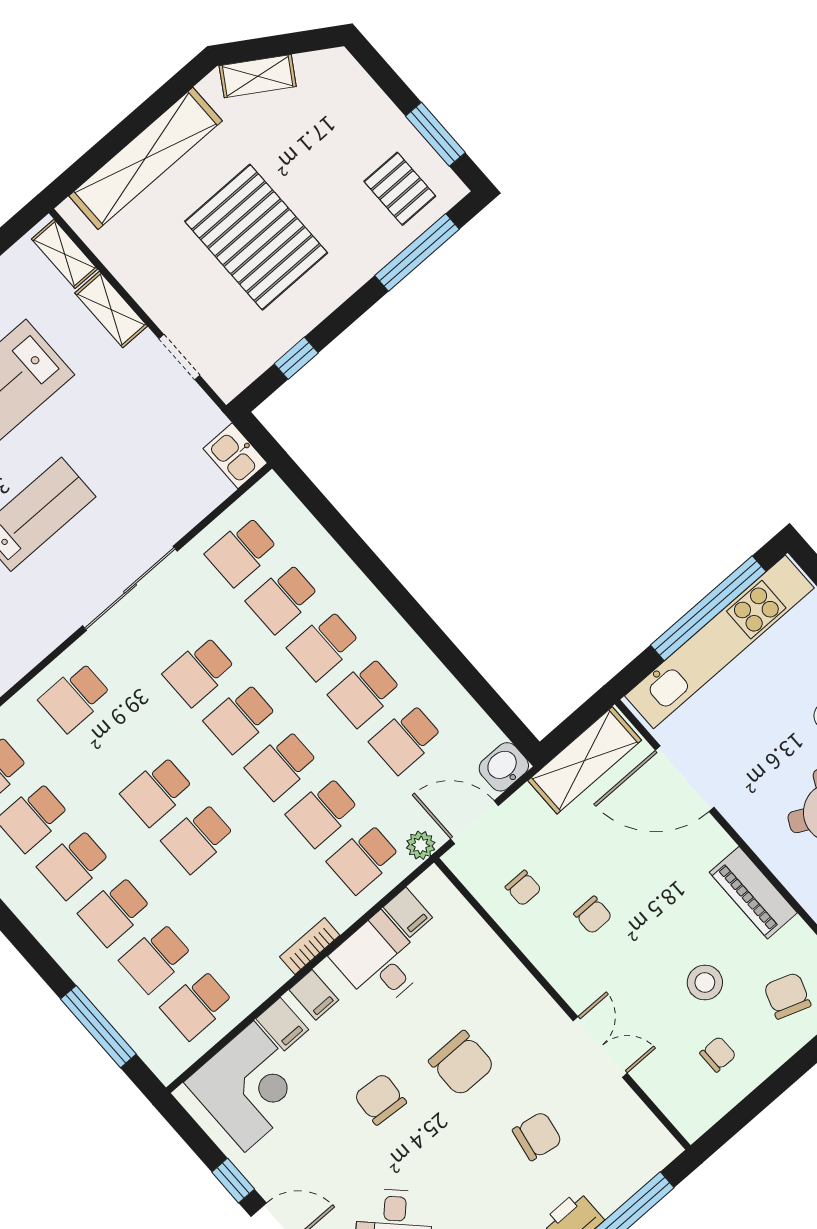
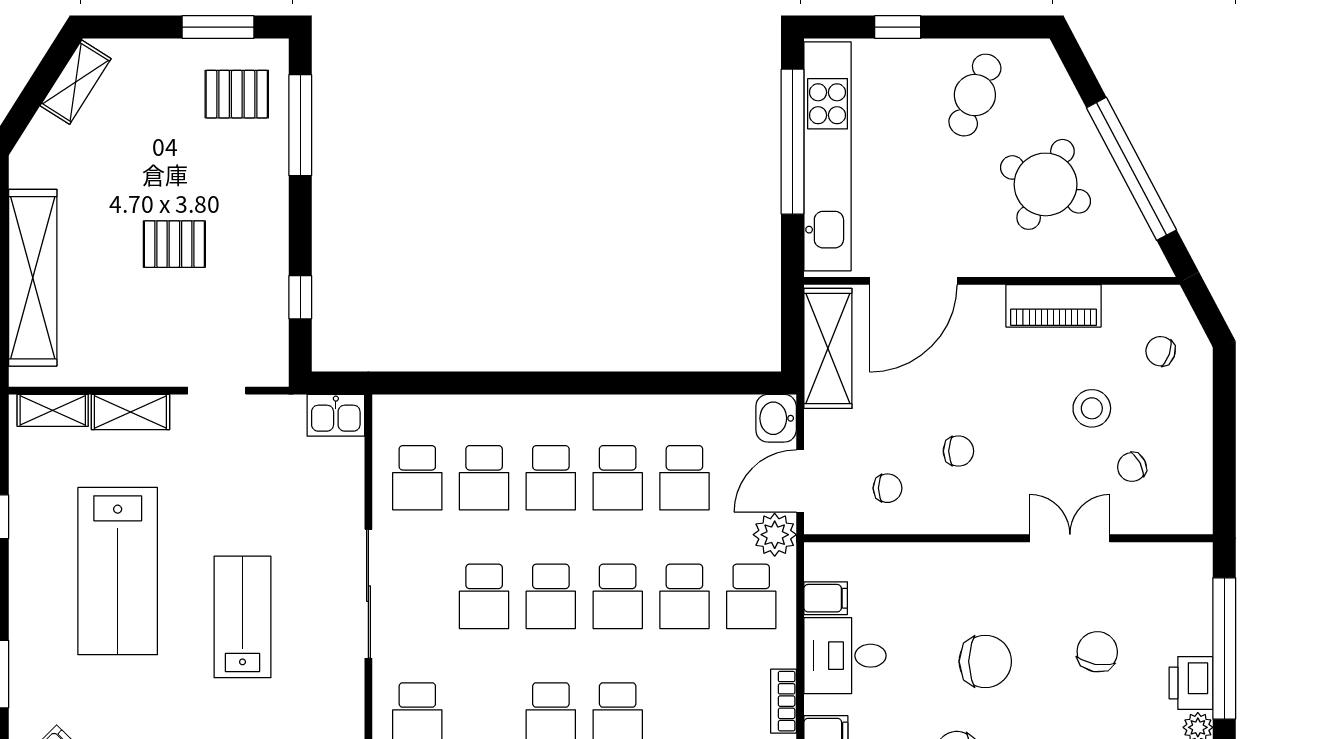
shelving: (258, 76) -> (76, 82), moved
pallet: (256, 237) -> (174, 244), width x0.49, depth x0.50
plant: (421, 845) -> (775, 535), width x1.38, depth x1.38
chair: (787, 996) -> (1161, 351), width x0.73, depth x0.73
chair: (718, 1054) -> (1132, 467), moved, turned -117

